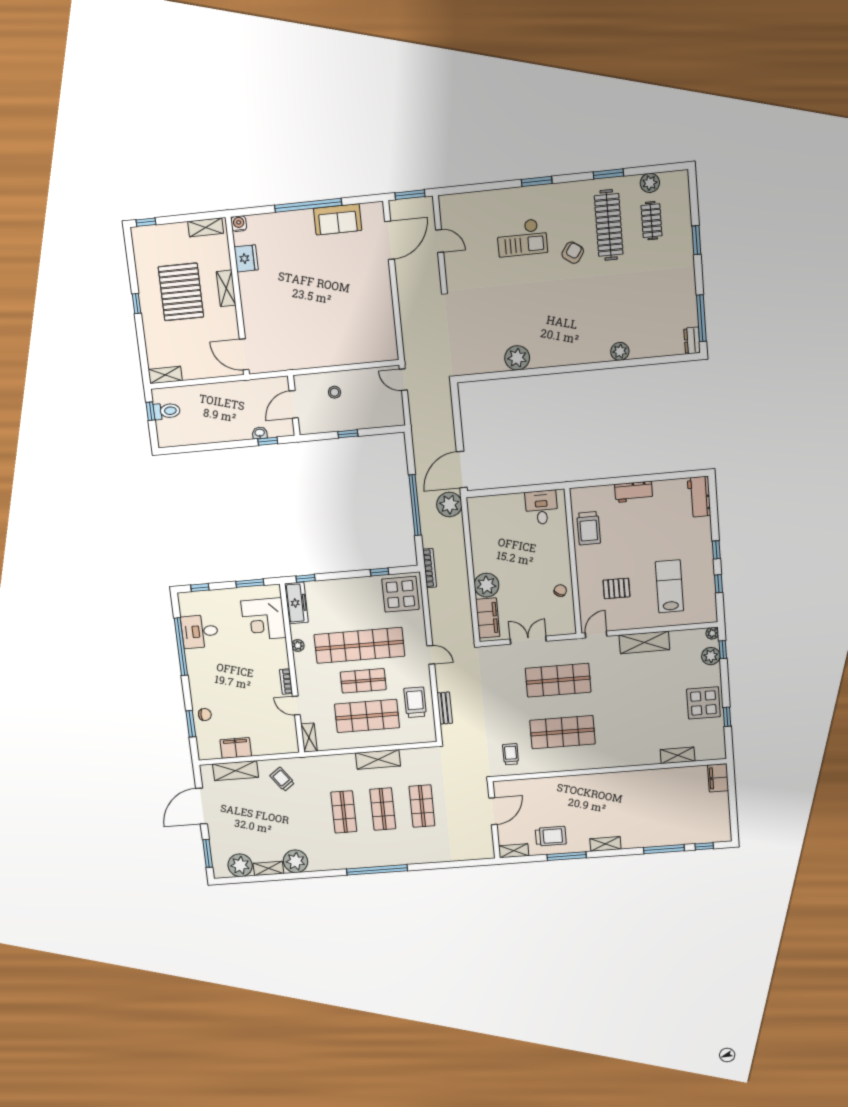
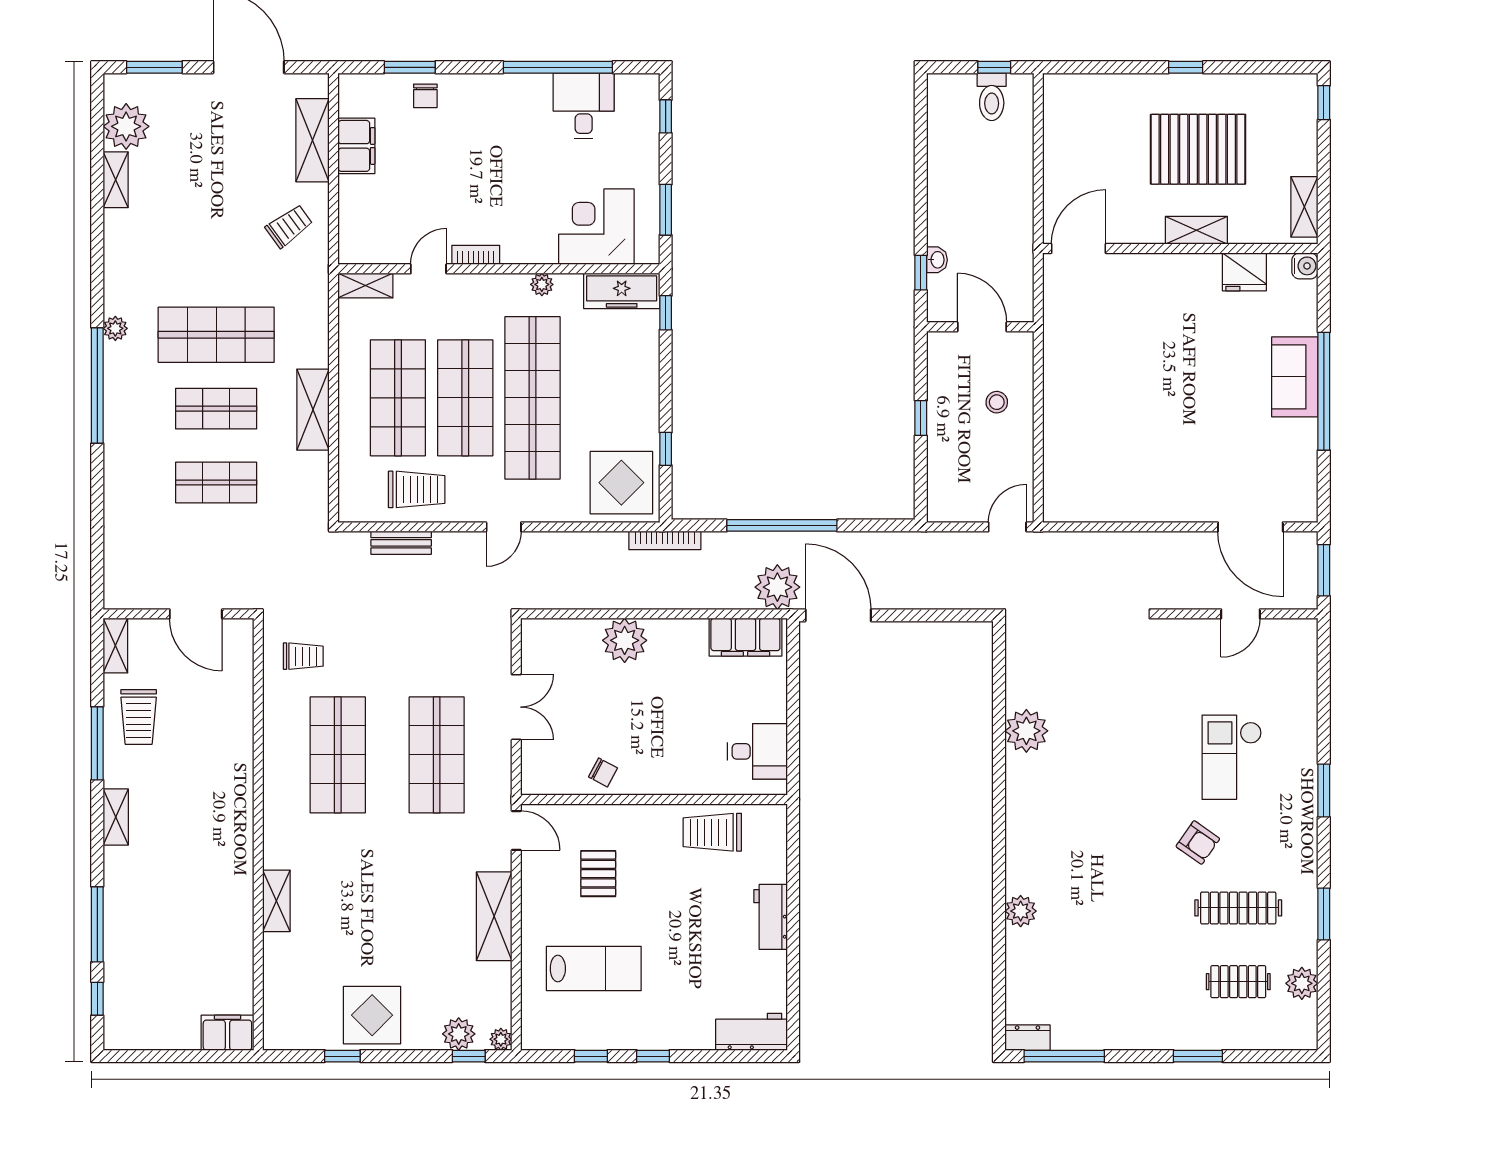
sofa: (338, 219) -> (1295, 377), moved
clothes rail: (609, 225) -> (1238, 908), width x0.73, depth x0.76
shelving: (165, 375) -> (1056, 102), removed
filing cabinet: (488, 618) -> (745, 637), moved
shop shelf: (363, 681) -> (465, 398), width x1.43, depth x1.36
shelving: (678, 755) -> (276, 901), moved
shop shelf: (344, 812) -> (216, 335), width x1.43, depth x1.36
plant: (296, 861) -> (115, 328), moved, width x0.53, depth x0.53

